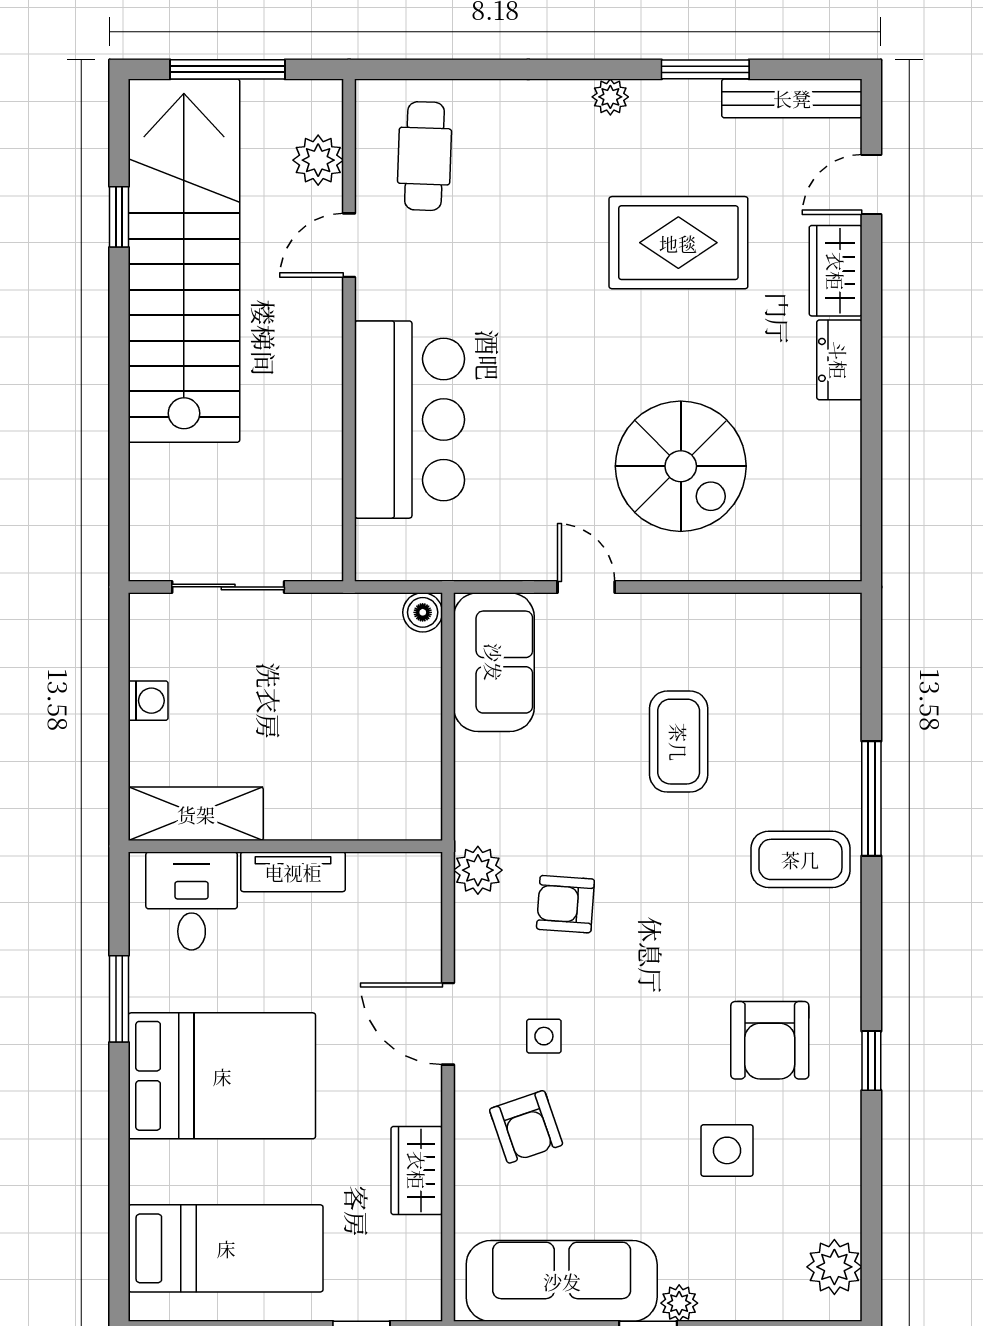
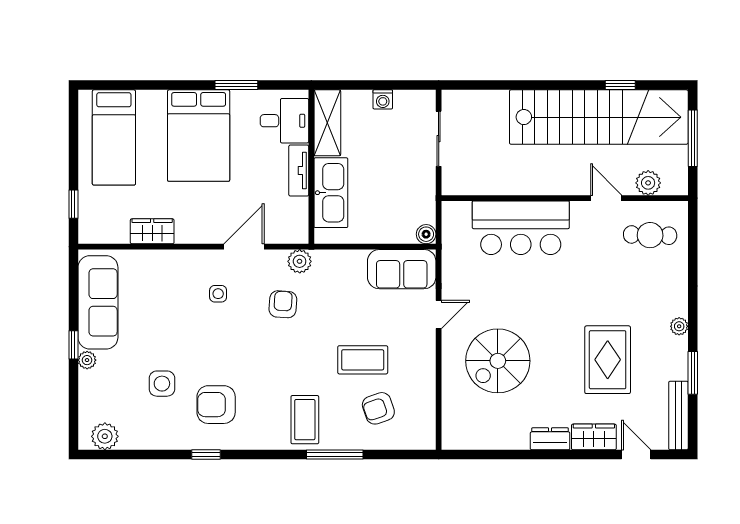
kitchen sink: (338, 806) -> (331, 193), added
door: (448, 1024) -> (244, 247), moved
armchair: (526, 1127) -> (378, 408), moved

